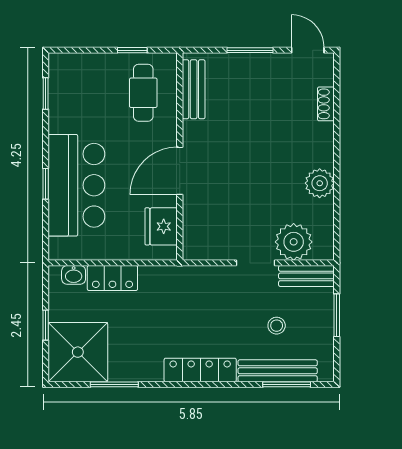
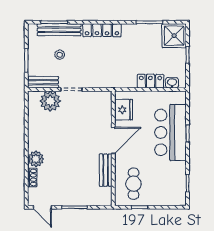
bench: (194, 89) -> (106, 170), moved
plant: (320, 183) -> (36, 159), moved
shower: (78, 352) -> (174, 36), width x0.73, depth x0.73

